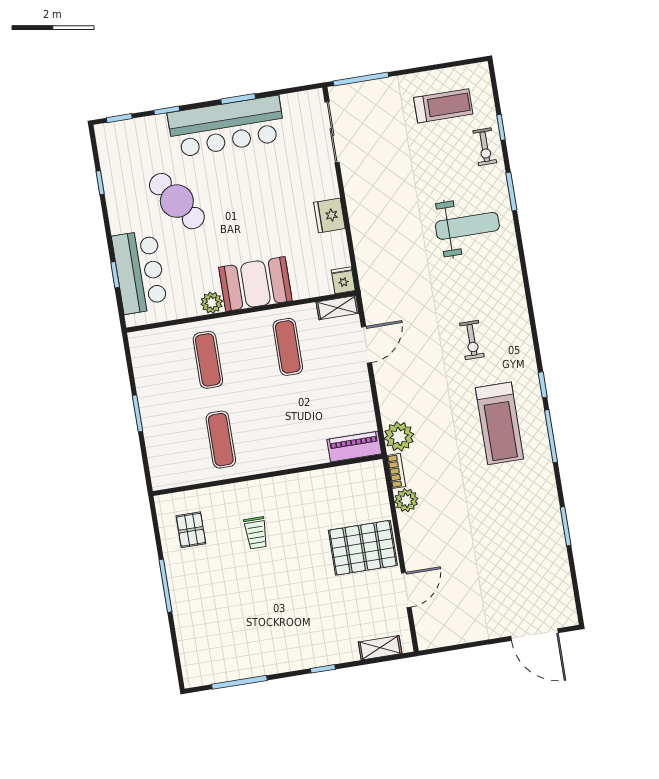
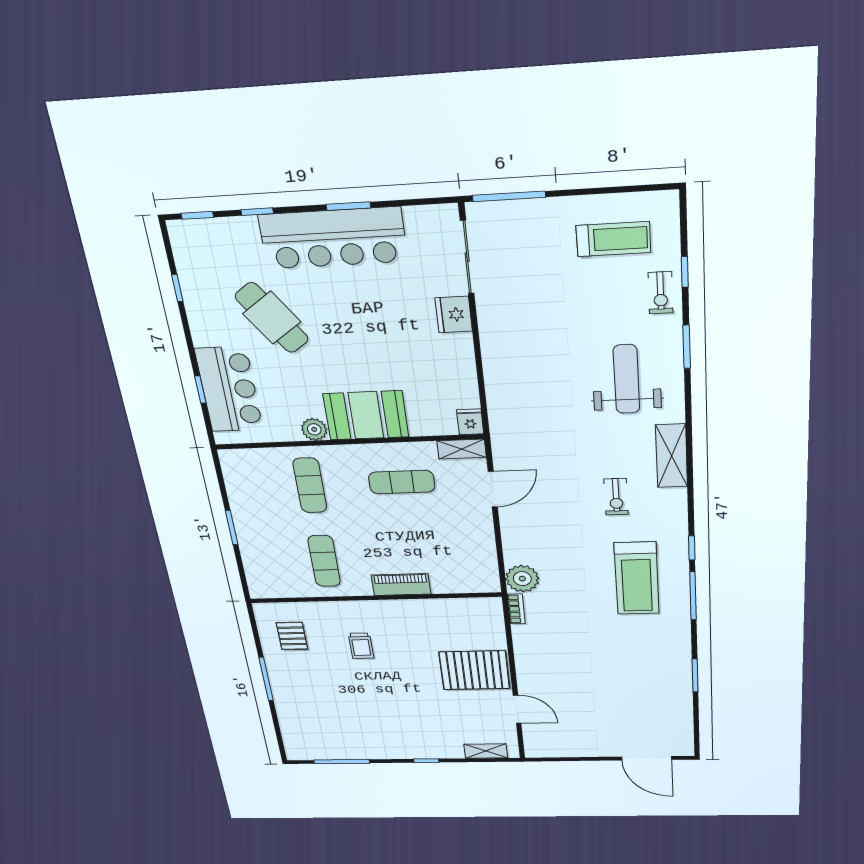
fridge: (329, 215) -> (454, 314), moved
weight bench: (467, 226) -> (626, 379), turned -90
shelving: (513, 294) -> (672, 456), added
exercise mat: (288, 347) -> (402, 482), turned 90
piano: (354, 447) -> (401, 585), moved
plant: (406, 500) -> (525, 635), removed
door: (406, 590) -> (517, 709), hinge flipped

